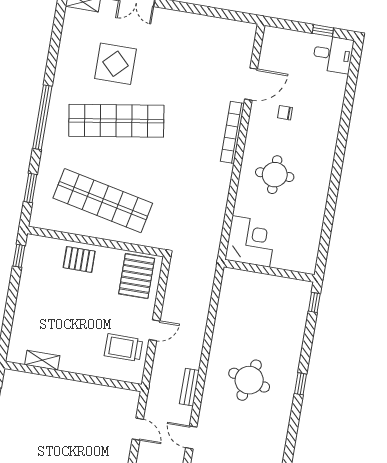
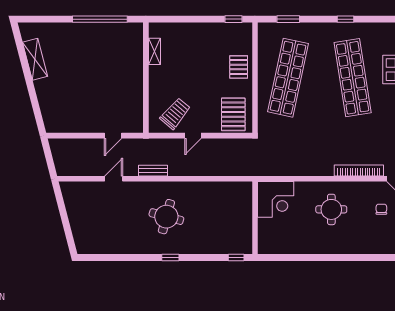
window: (42, 117) -> (346, 19), width x0.32
pallet: (137, 276) -> (233, 114), turned 90
door: (155, 330) -> (193, 136), hinge flipped
trolley: (123, 348) -> (175, 114), turned 40

